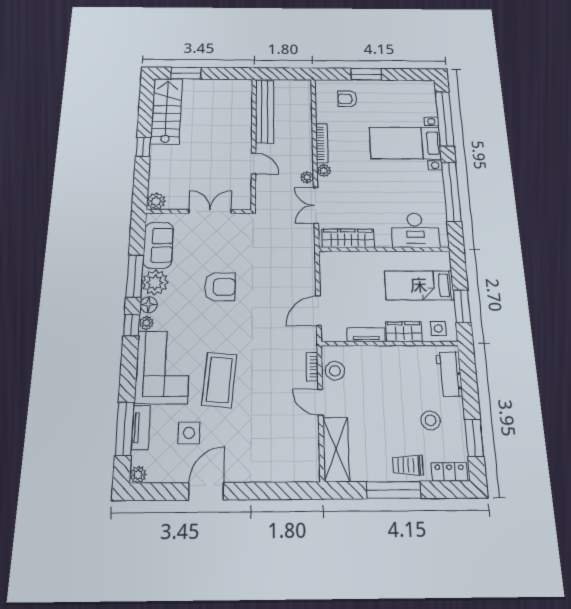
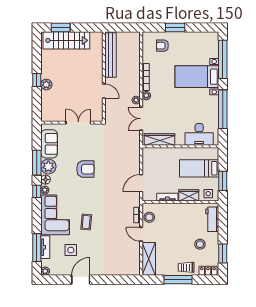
stairs: (167, 111) -> (66, 40), moved, turned 90
plant: (156, 201) -> (46, 85), moved
coffee table: (219, 380) -> (86, 222), width x0.54, depth x0.58

